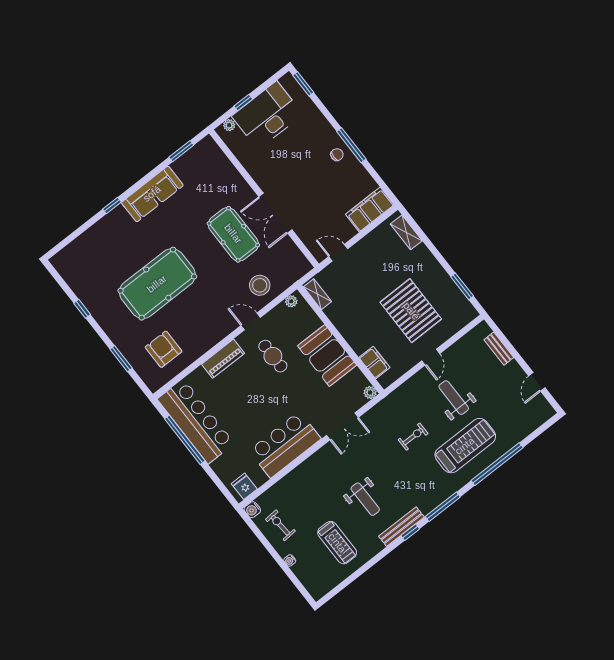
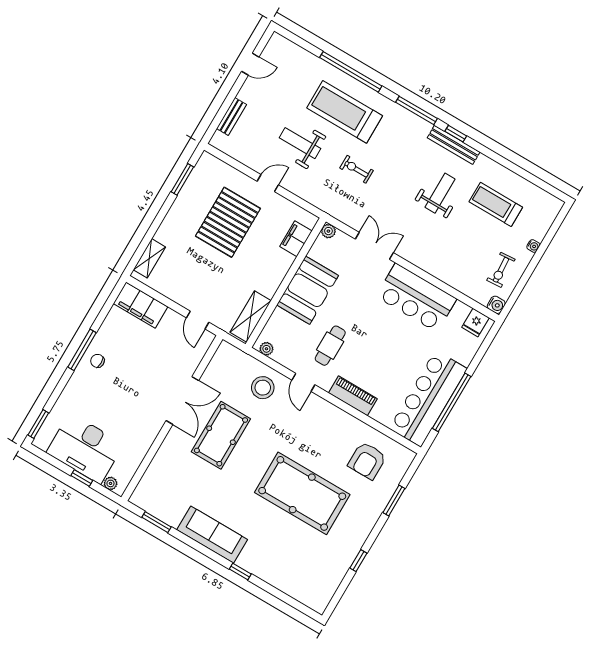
shelving: (318, 294) -> (251, 316), width x1.50, depth x1.33
weight bench: (454, 398) -> (300, 143), turned 90
treadmill: (337, 543) -> (496, 204), turned -90

